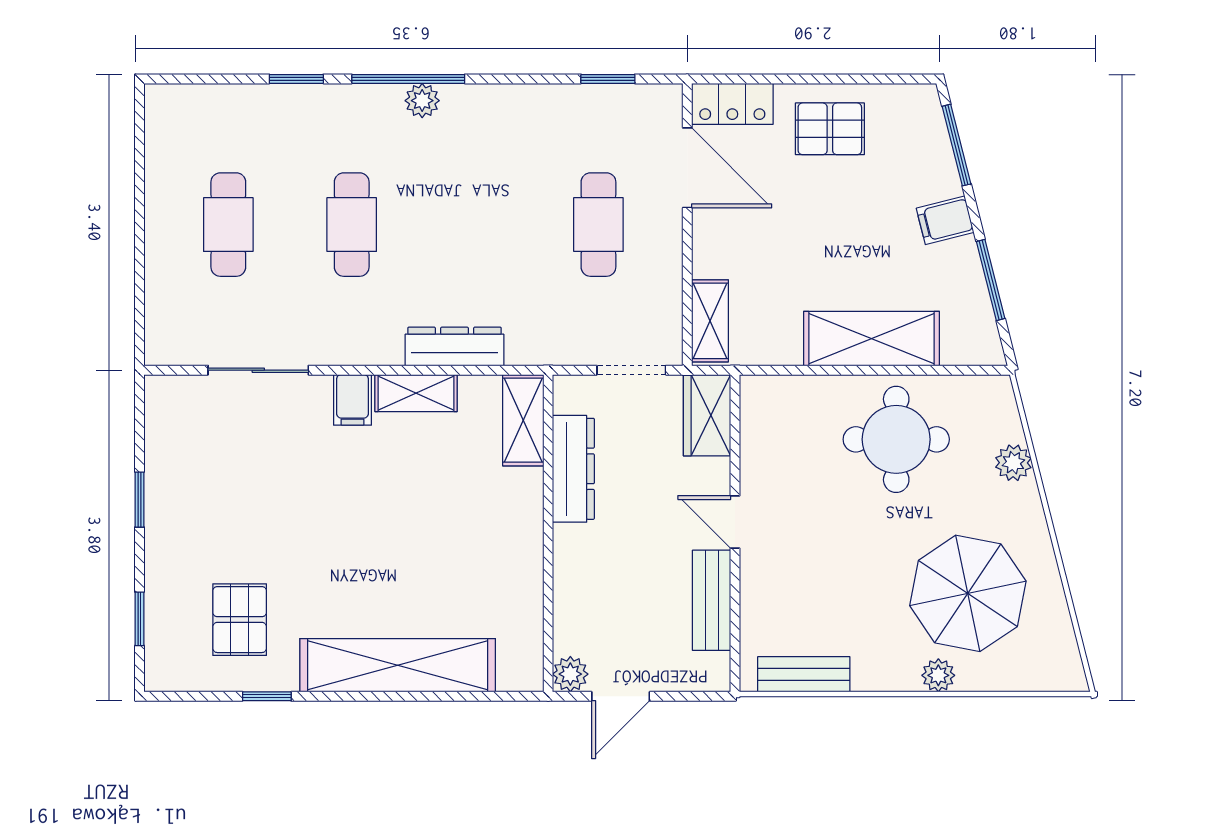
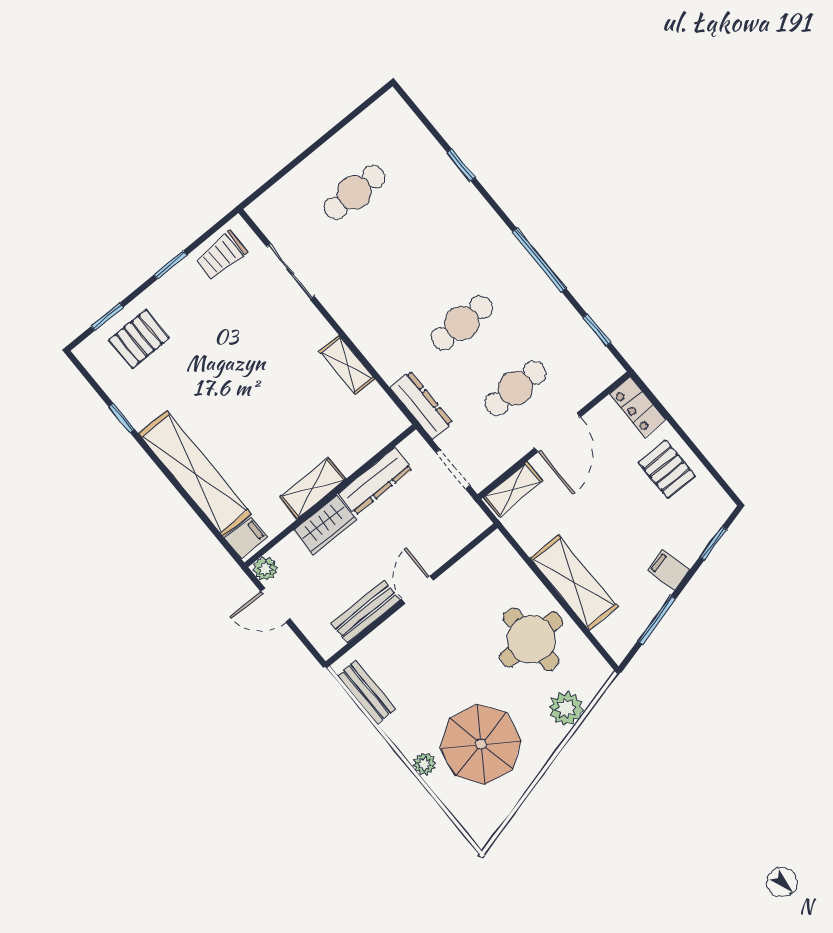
window: (408, 79) -> (539, 260), moved
plant: (422, 101) -> (504, 241), removed
window: (956, 145) -> (713, 543), width x0.67
door: (687, 168) -> (558, 432), moved
cafe table: (352, 225) -> (462, 323), moved
dresser: (454, 347) -> (421, 405), moved
filing cabinet: (352, 400) -> (246, 538), moved, turned 180
wardrobe: (707, 415) -> (325, 525), moved, turned 180
shelving: (523, 420) -> (313, 488), moved
trolley: (176, 433) -> (221, 255), added
plant: (1013, 463) -> (566, 709), width x1.38, depth x1.38
pallet: (240, 620) -> (139, 339), moved

